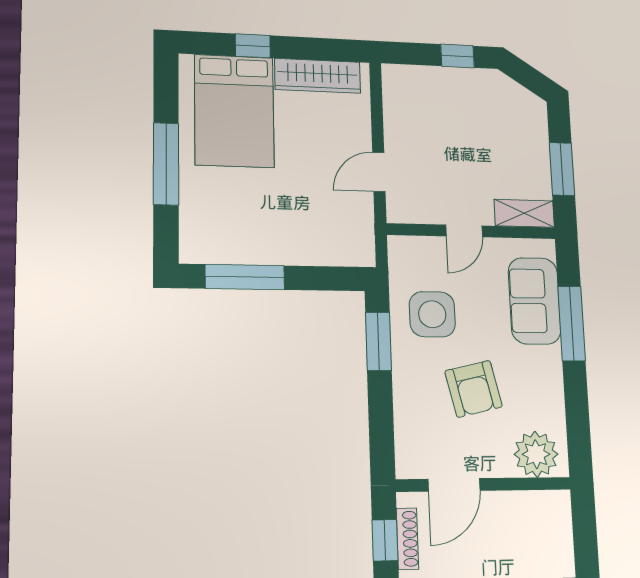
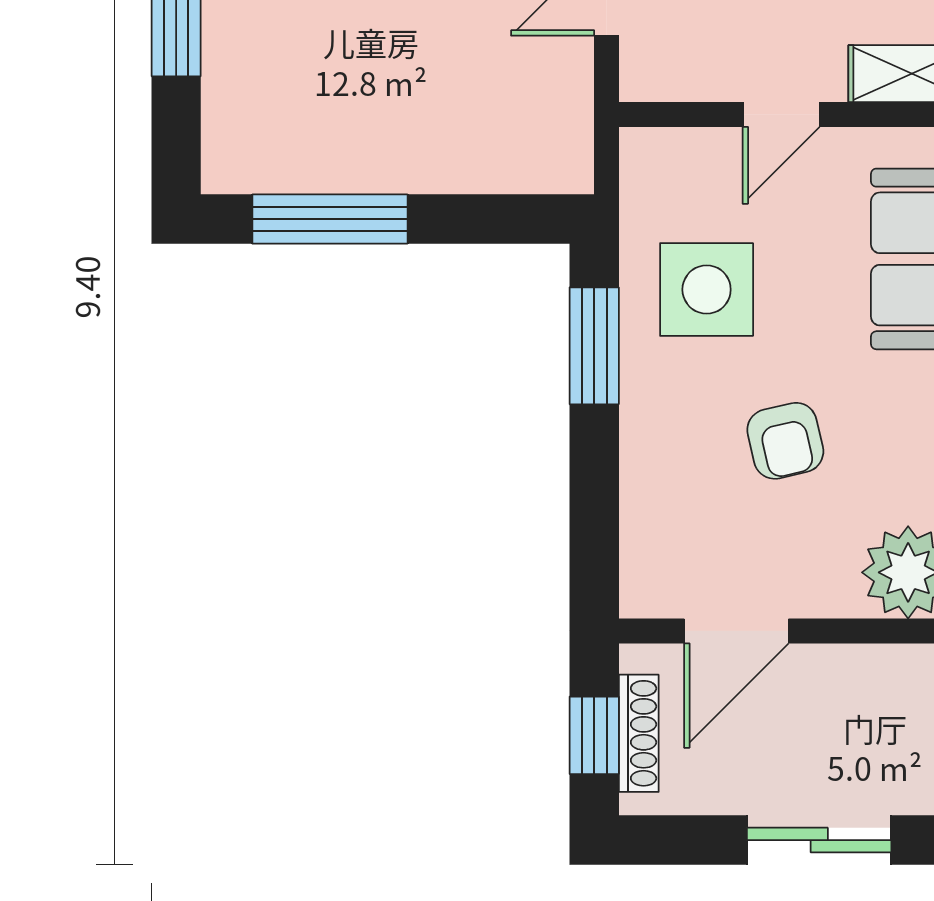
armchair: (474, 389) -> (785, 441), width x0.72, depth x0.72

